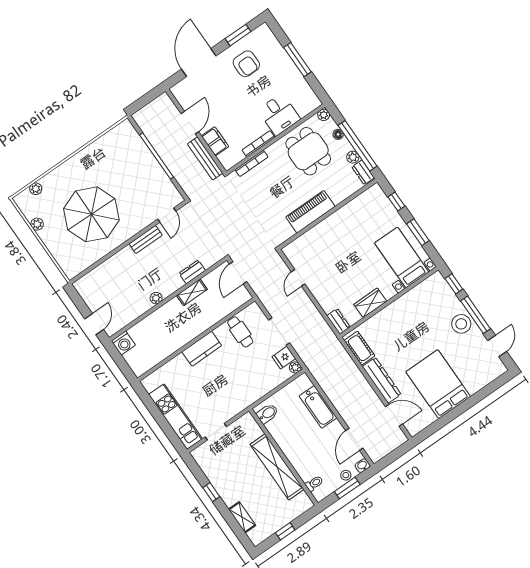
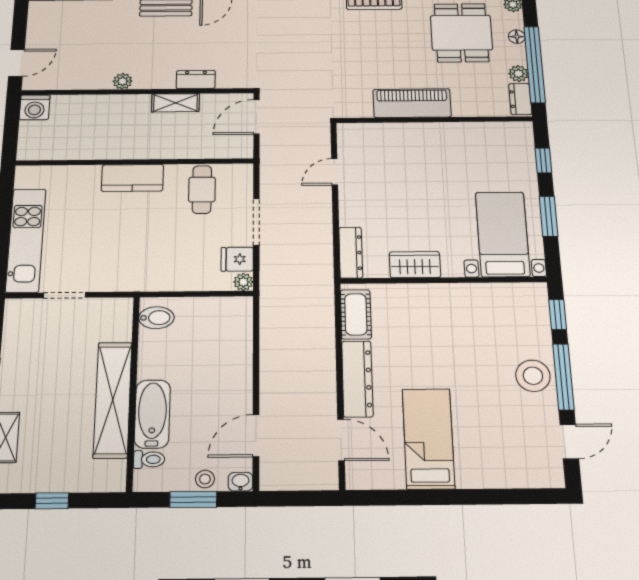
dresser: (338, 321) -> (351, 253), width x1.44
bed: (438, 384) -> (428, 439), width x0.67
bathtub: (318, 407) -> (152, 414), moved, turned 180

